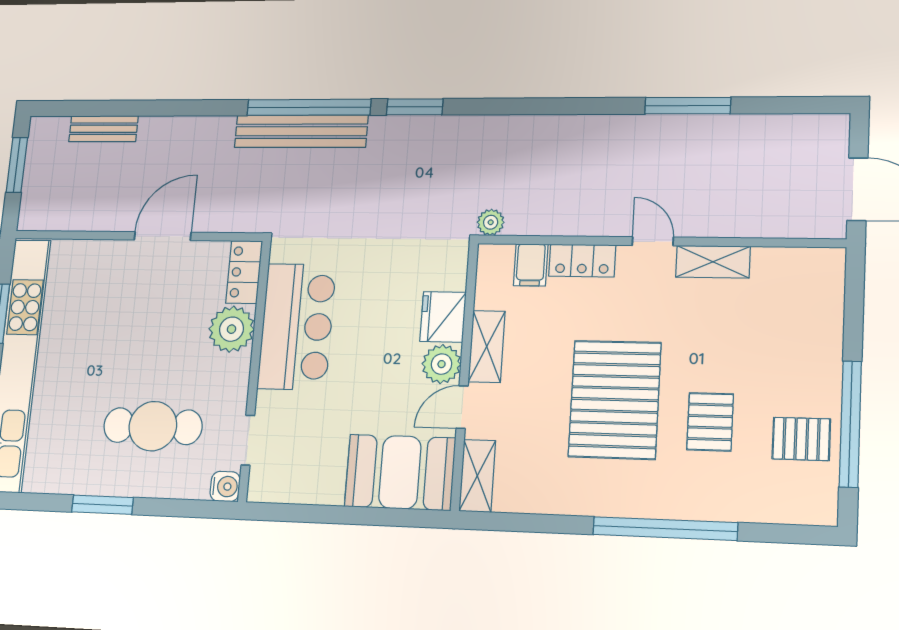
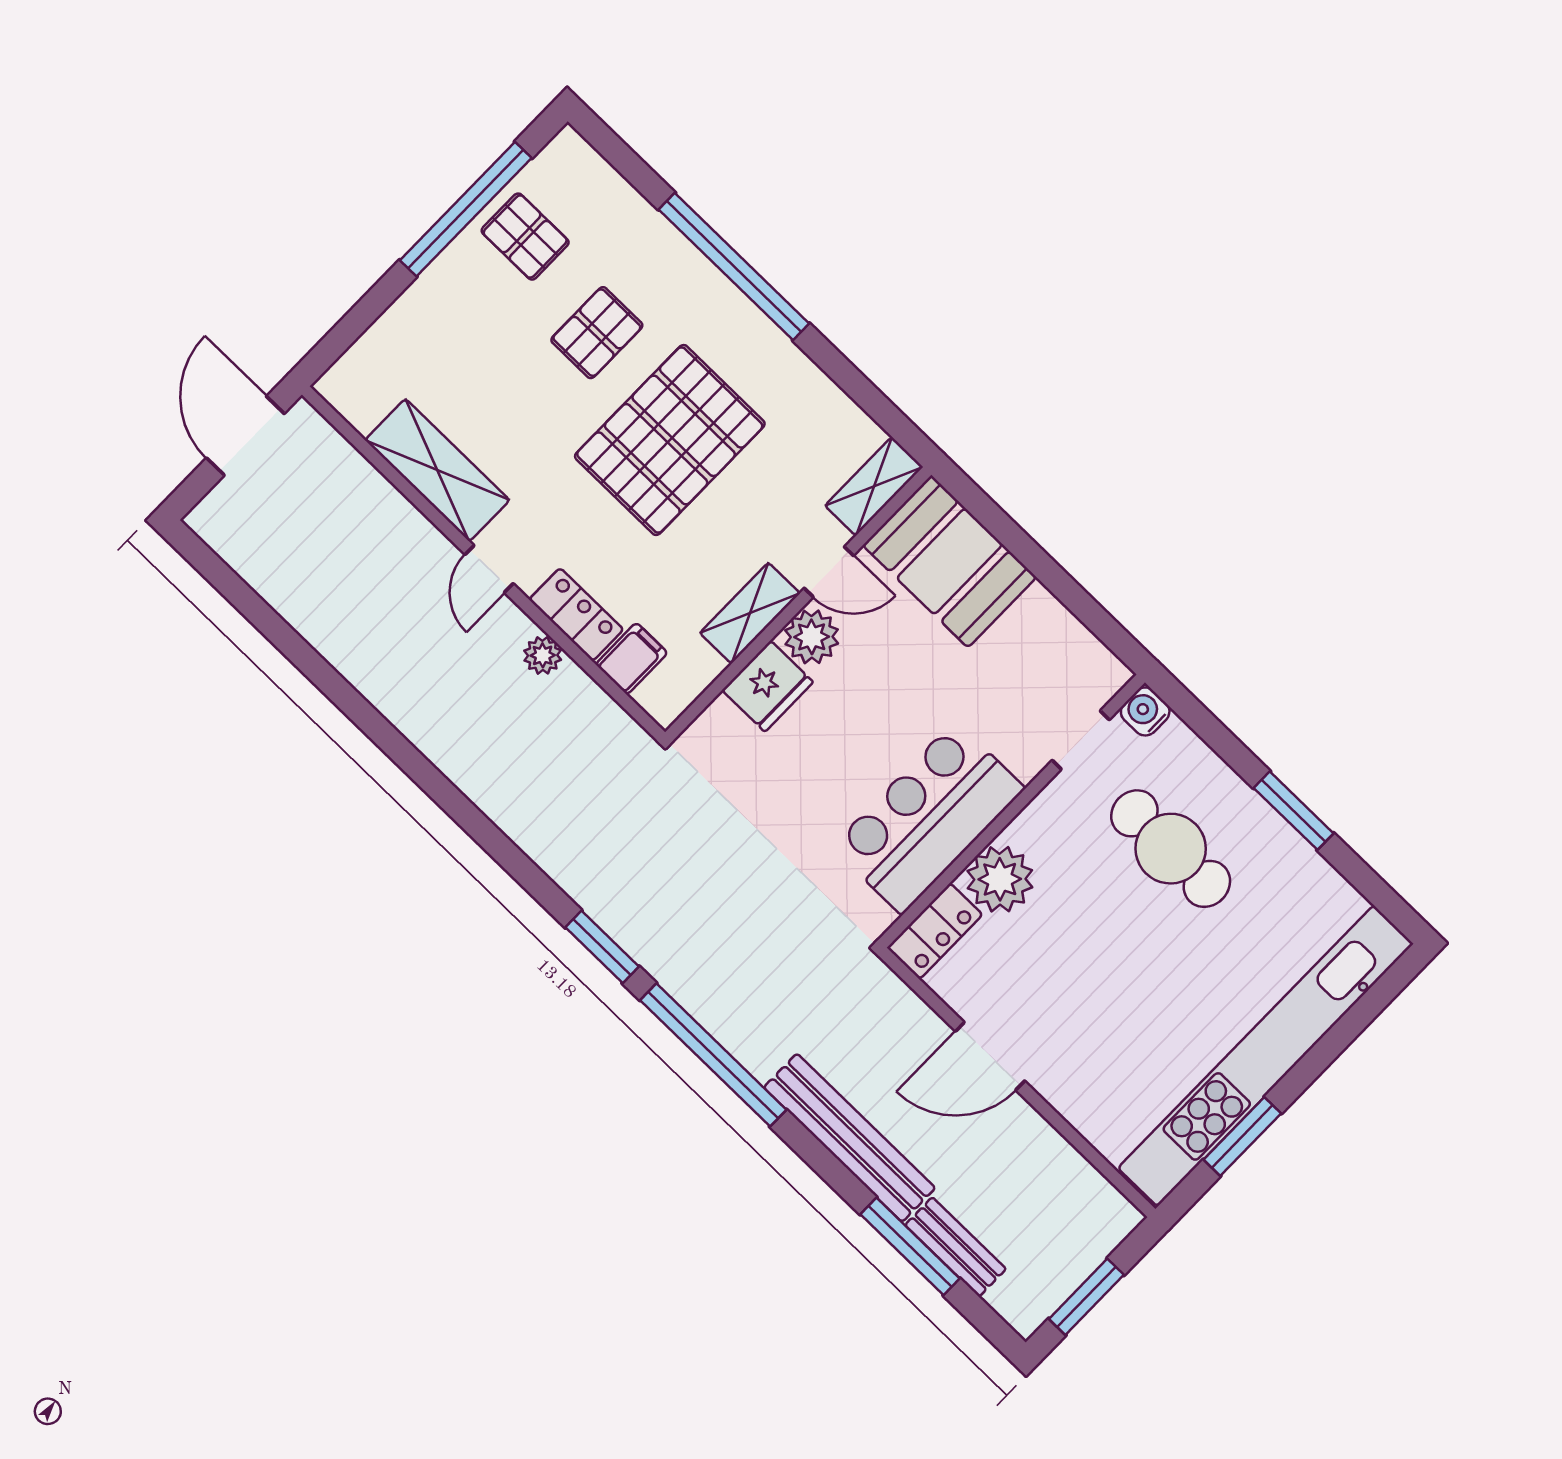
window: (688, 106) -> (910, 1246), moved
bench: (301, 131) -> (850, 1138), moved
plant: (491, 222) -> (543, 655), moved
shelving: (713, 262) -> (437, 470), width x1.50, depth x1.33

